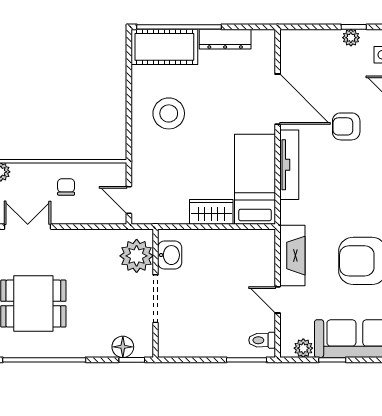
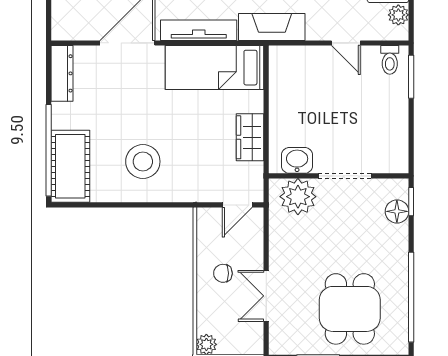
dresser: (225, 39) -> (62, 73), moved
wardrobe: (211, 212) -> (250, 137), moved
double door: (28, 227) -> (266, 296), moved
fireplace: (292, 256) -> (272, 27), moved
door: (278, 300) -> (346, 43), hinge flipped

